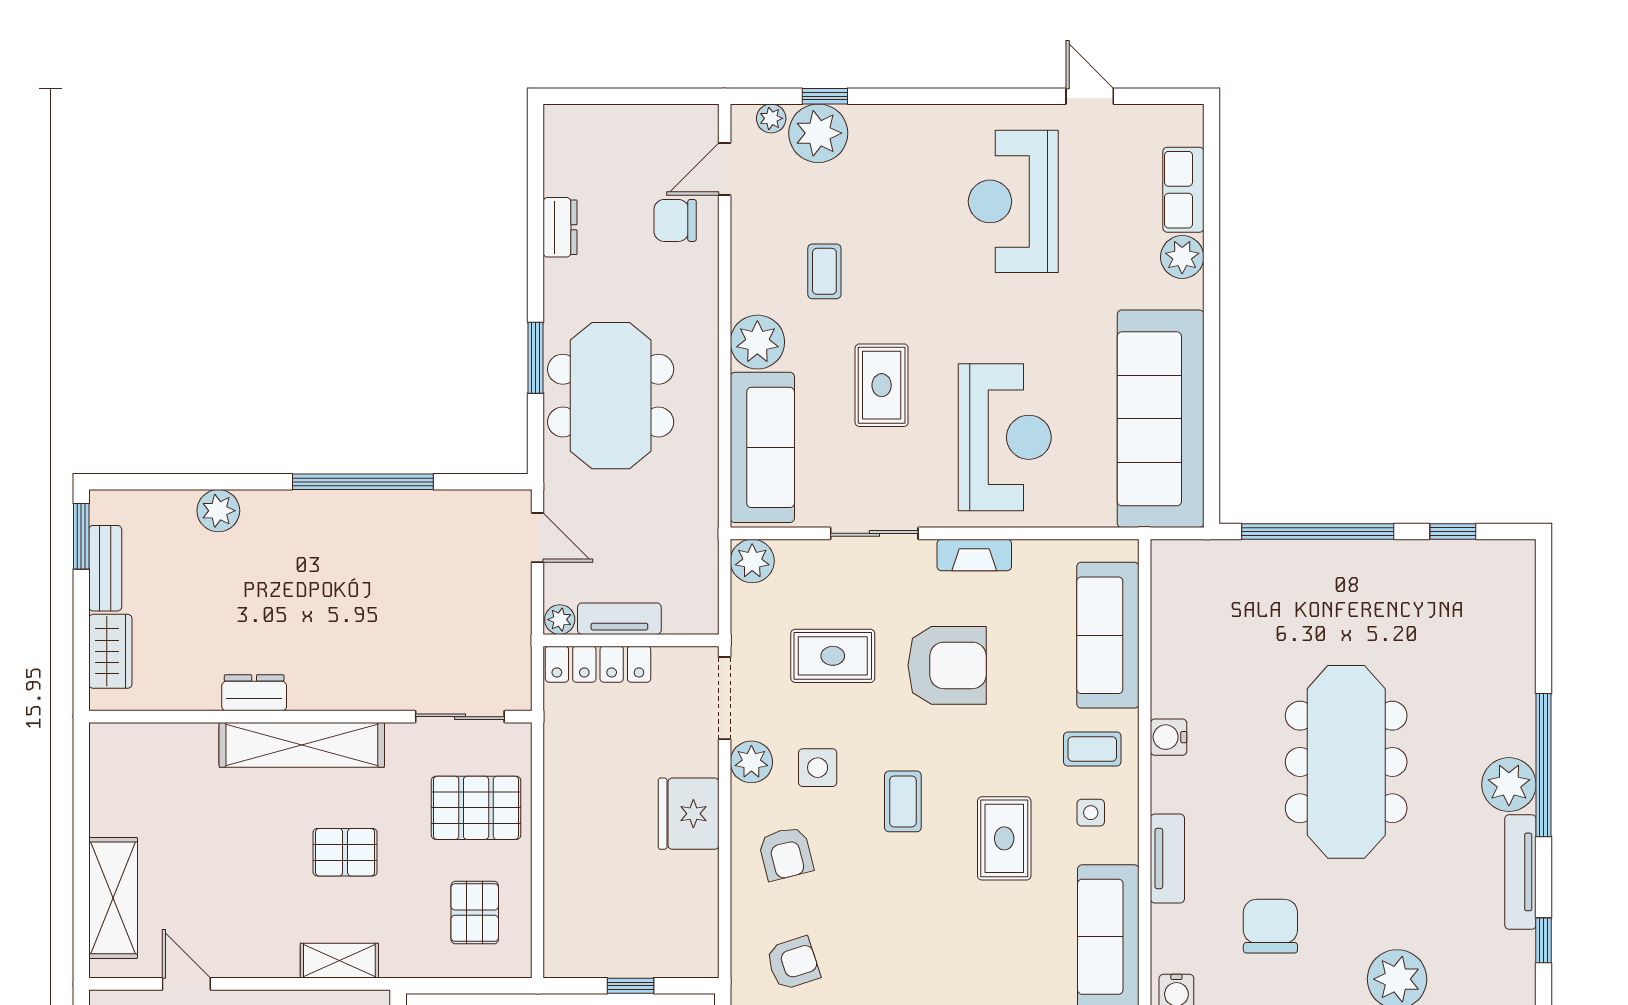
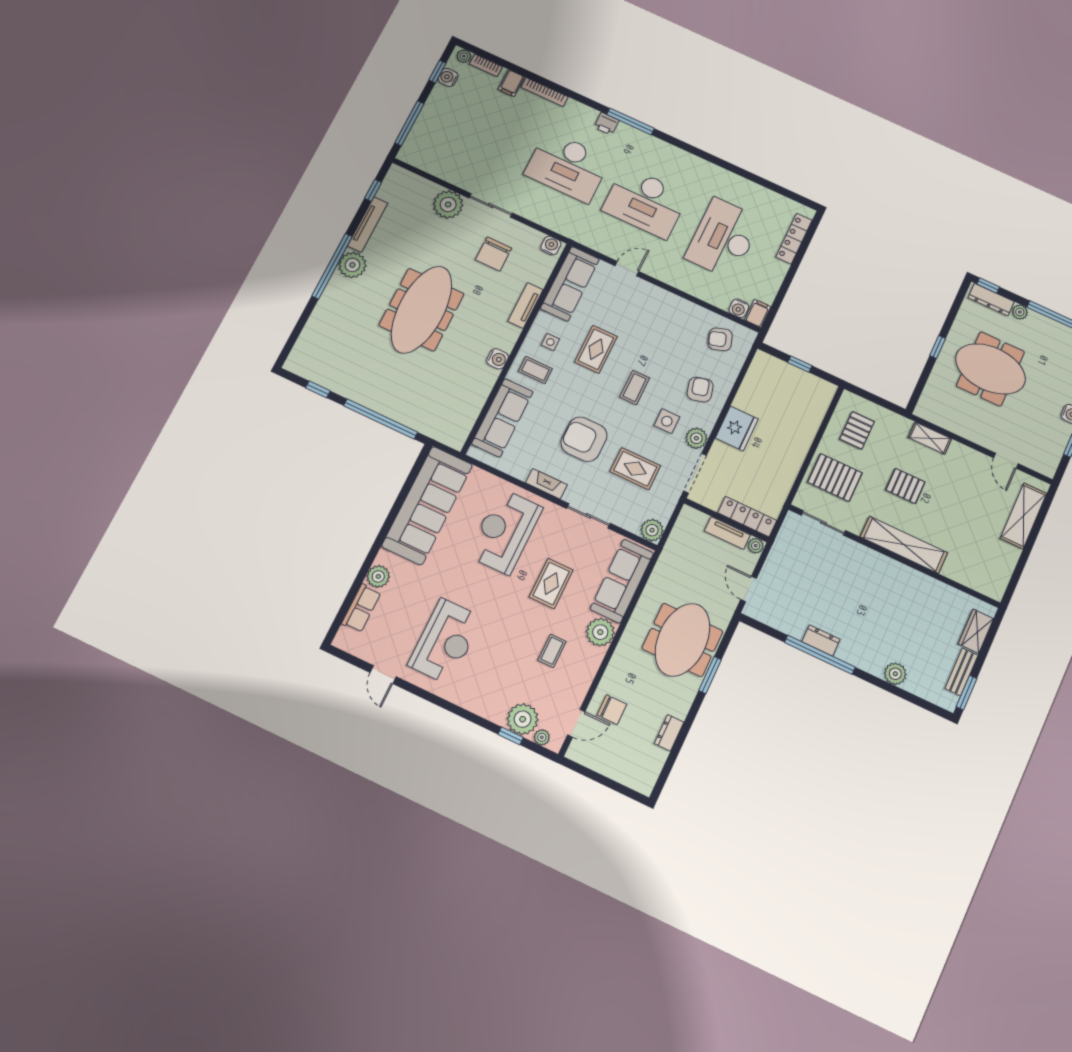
dresser: (254, 693) -> (821, 640), moved, turned 180

